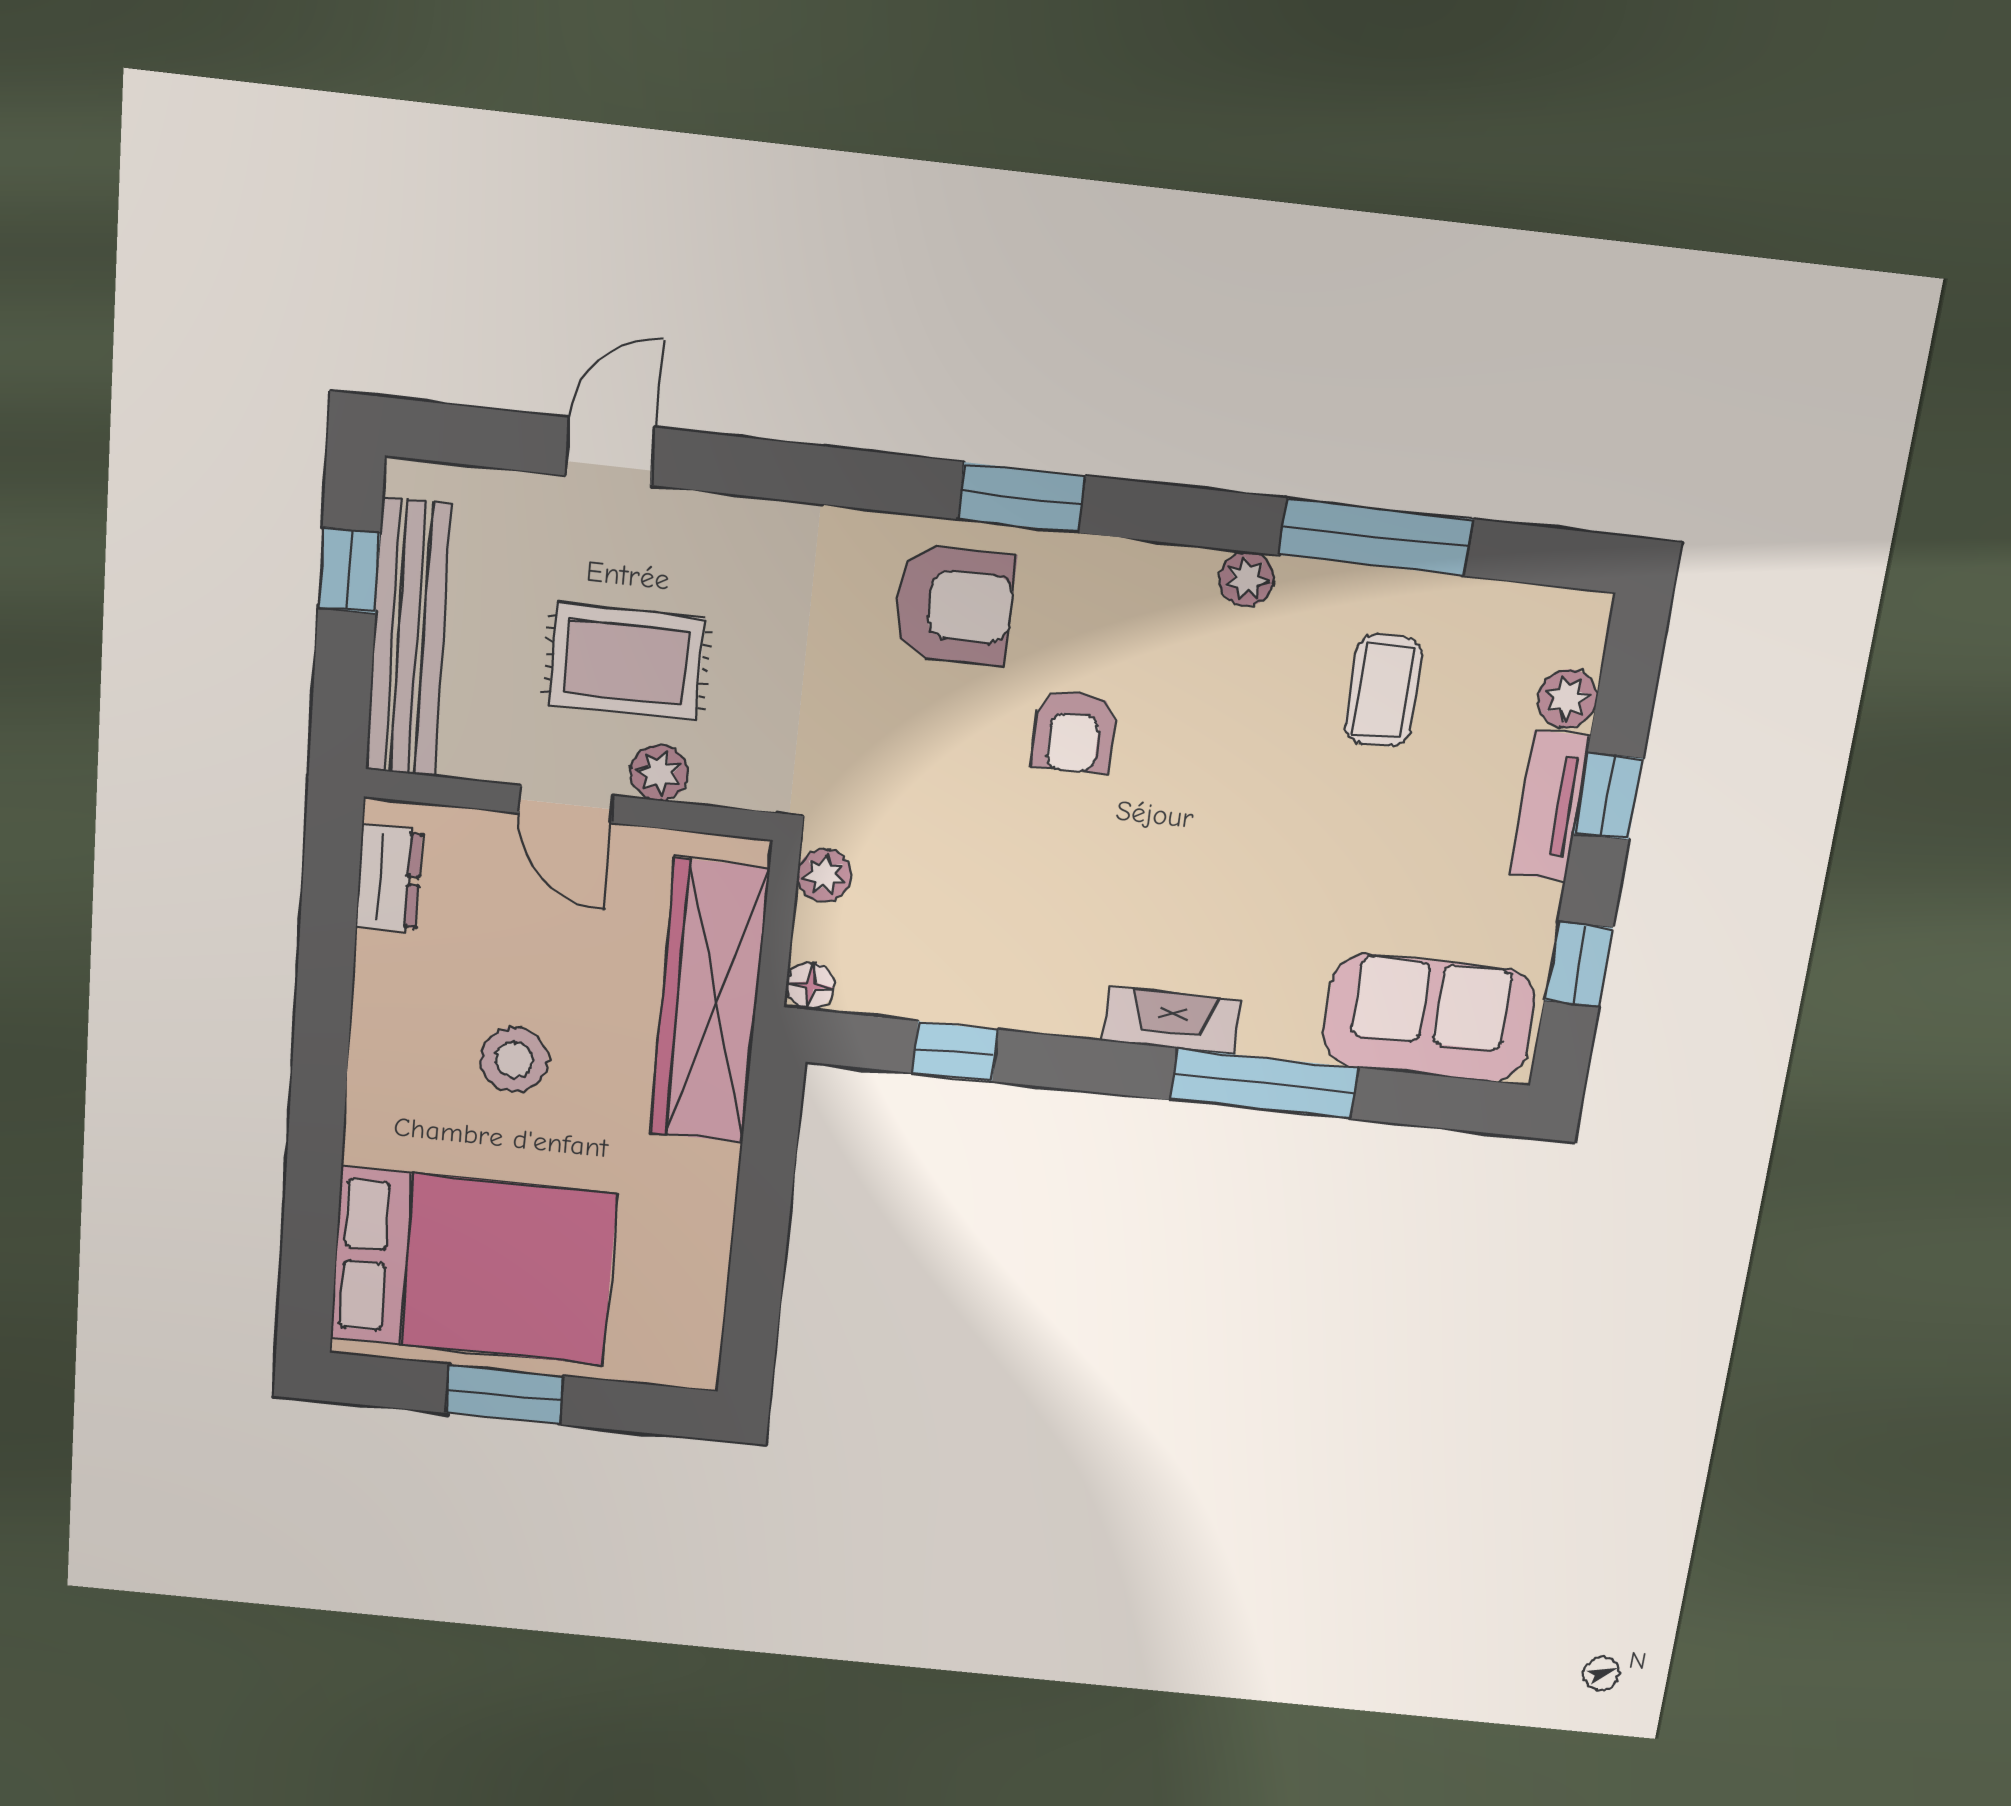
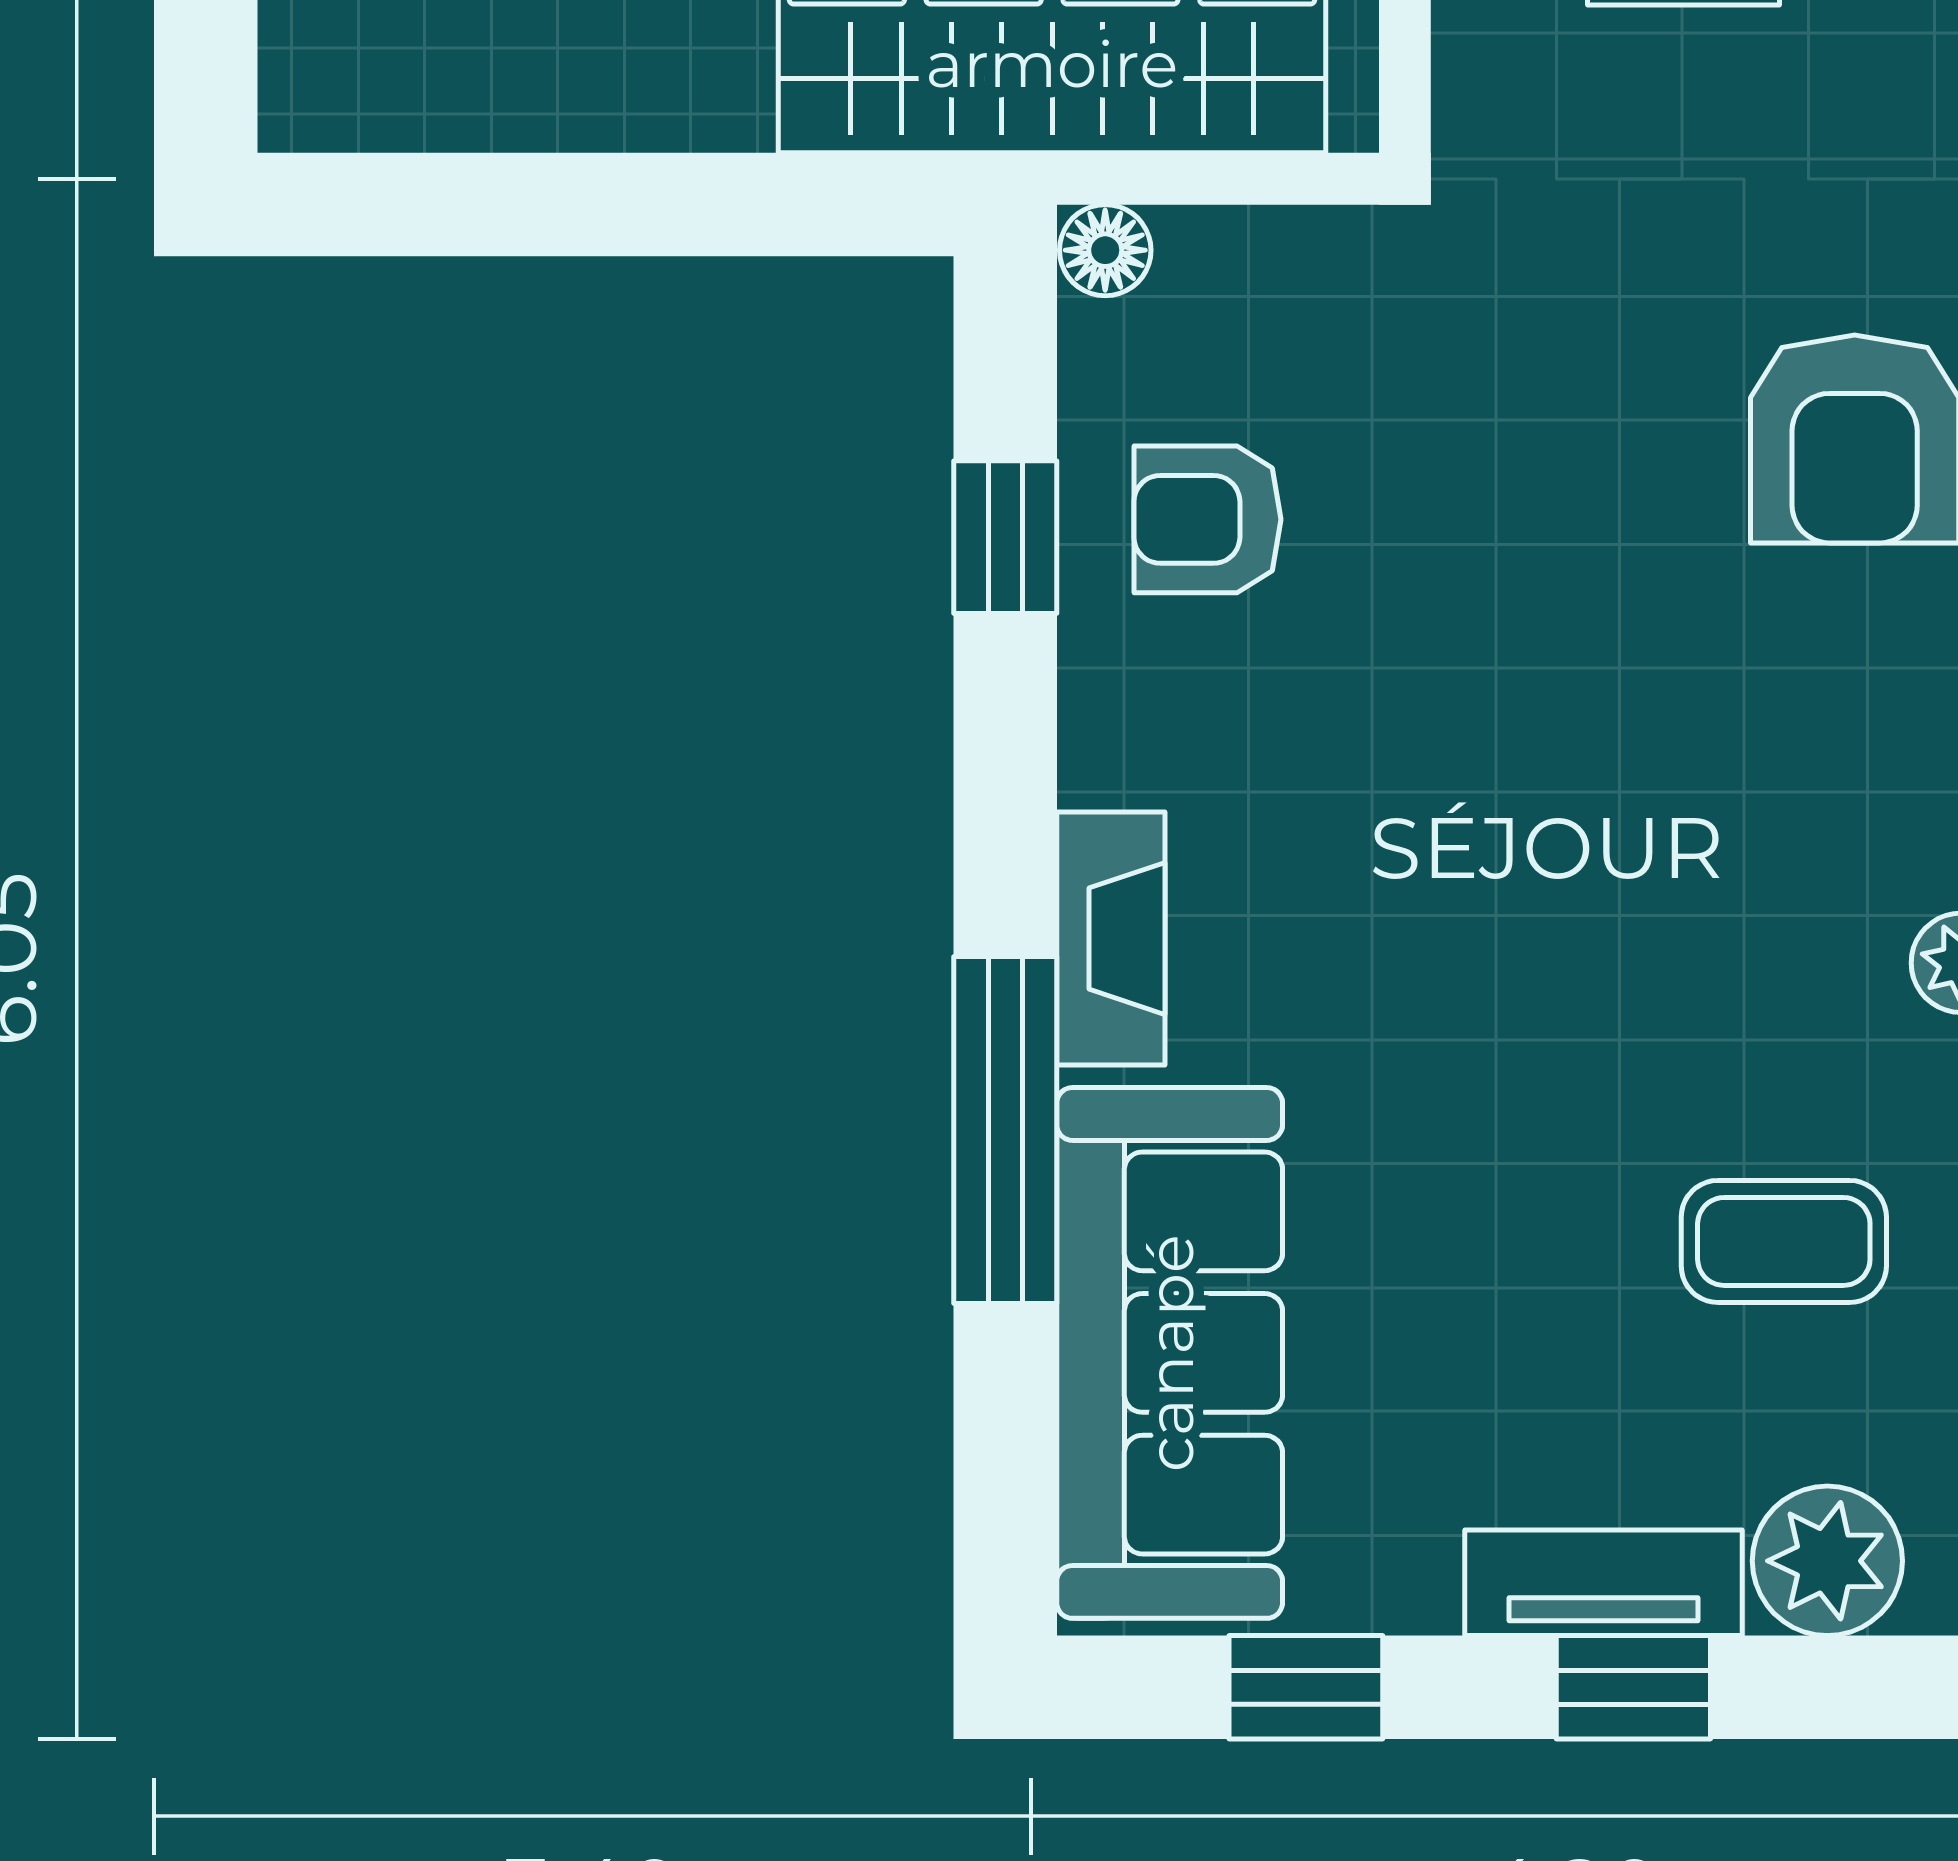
plant: (1568, 699) -> (1827, 1561), width x1.38, depth x1.38
armchair: (1074, 732) -> (1207, 519), moved
plant: (824, 875) -> (1322, 255), removed
sofa: (1429, 1018) -> (1170, 1353), width x1.36

